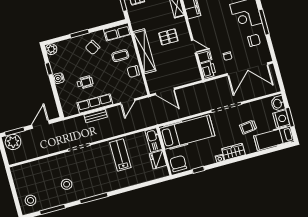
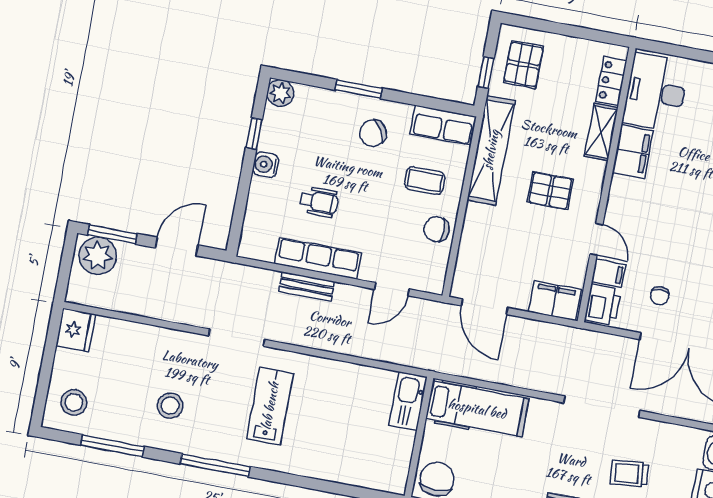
shelving: (144, 51) -> (491, 150), moved
filing cabinet: (190, 77) -> (555, 301), added
hospital bed: (187, 132) -> (477, 409), width x0.73, depth x0.78
lab bench: (120, 155) -> (270, 406), moved
fridge: (158, 160) -> (76, 330), moved, turned 180

